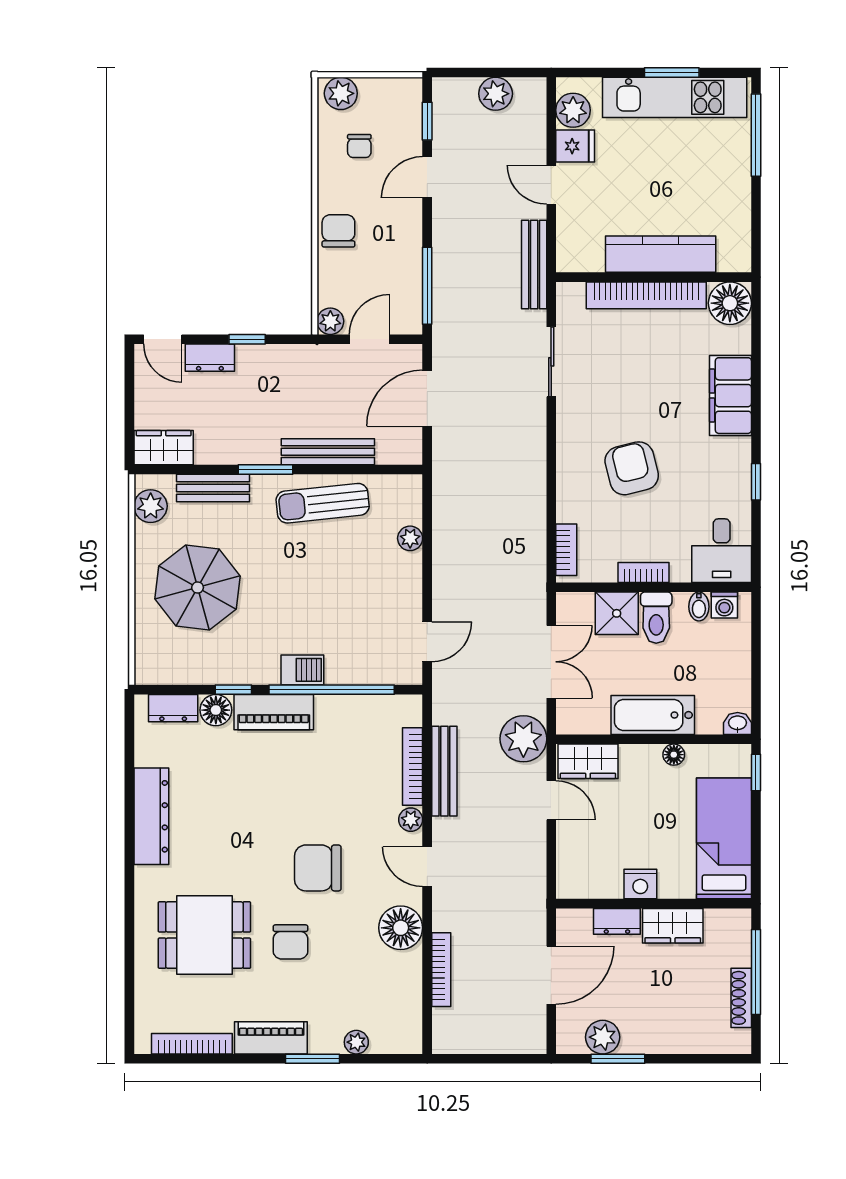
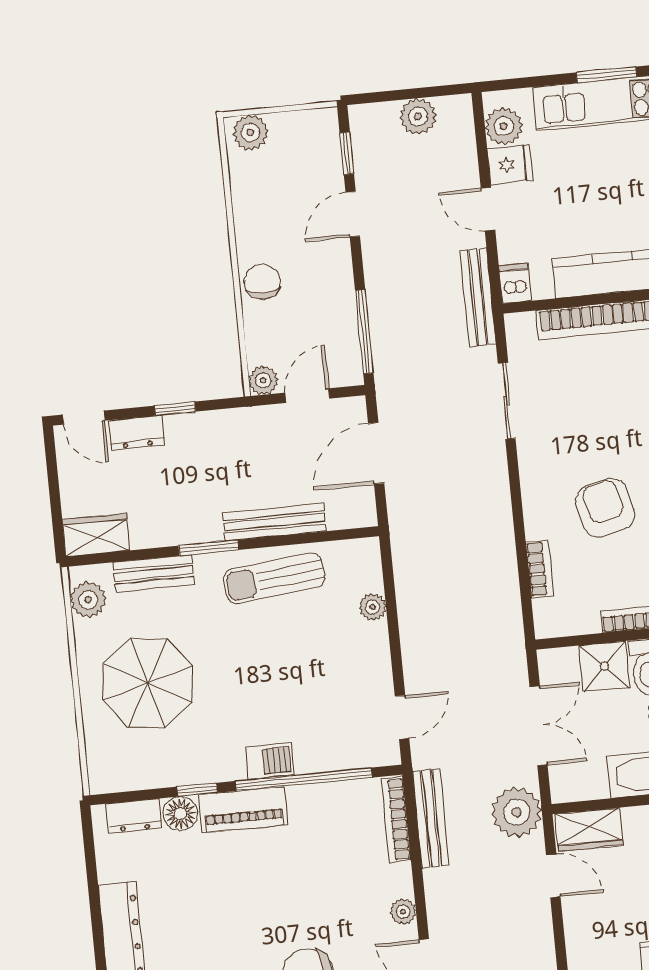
chair: (359, 146) -> (276, 188), removed
dishwasher: (569, 255) -> (515, 283), added
bookcase: (566, 550) -> (540, 569), moved
bookcase: (413, 766) -> (396, 819), moved
bench: (444, 771) -> (431, 818), moved

